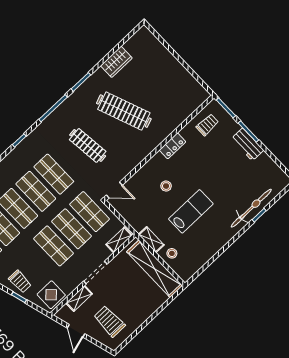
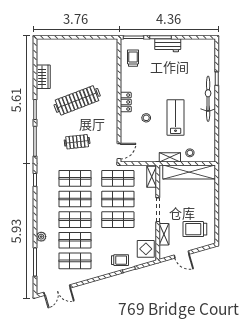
clothes rail: (88, 145) -> (77, 142), width x0.73
locker: (172, 146) -> (126, 102), moved
bicycle: (251, 208) -> (208, 99), moved

